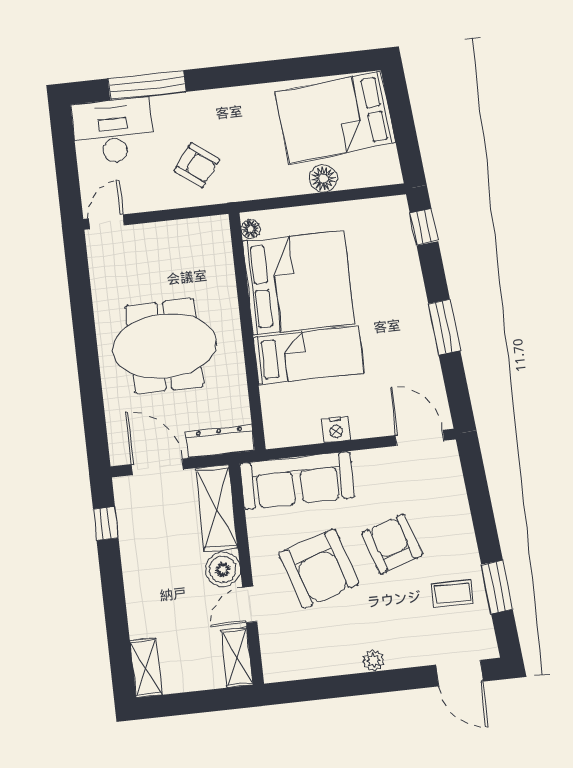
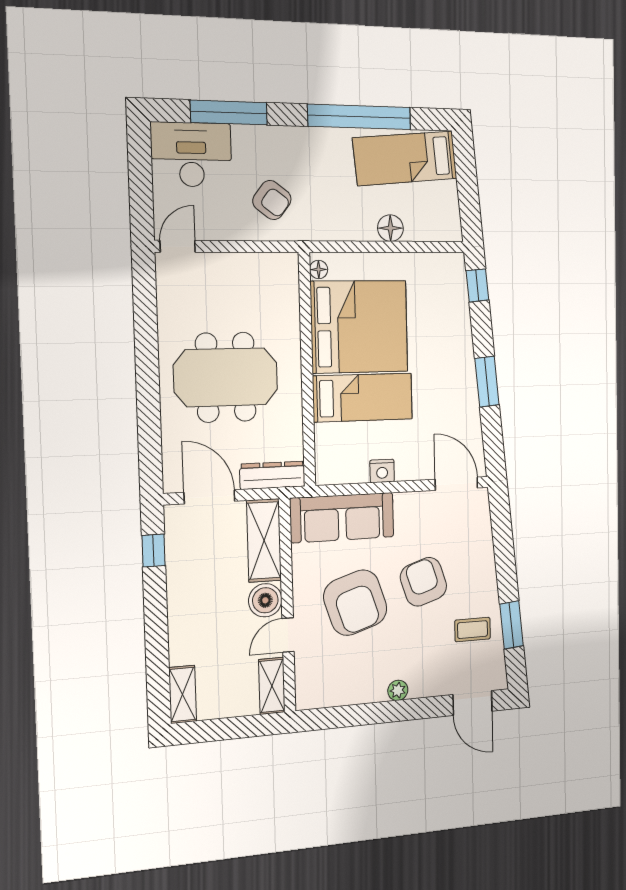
window: (280, 70) -> (359, 117), added
bed: (335, 117) -> (405, 158), width x0.67

